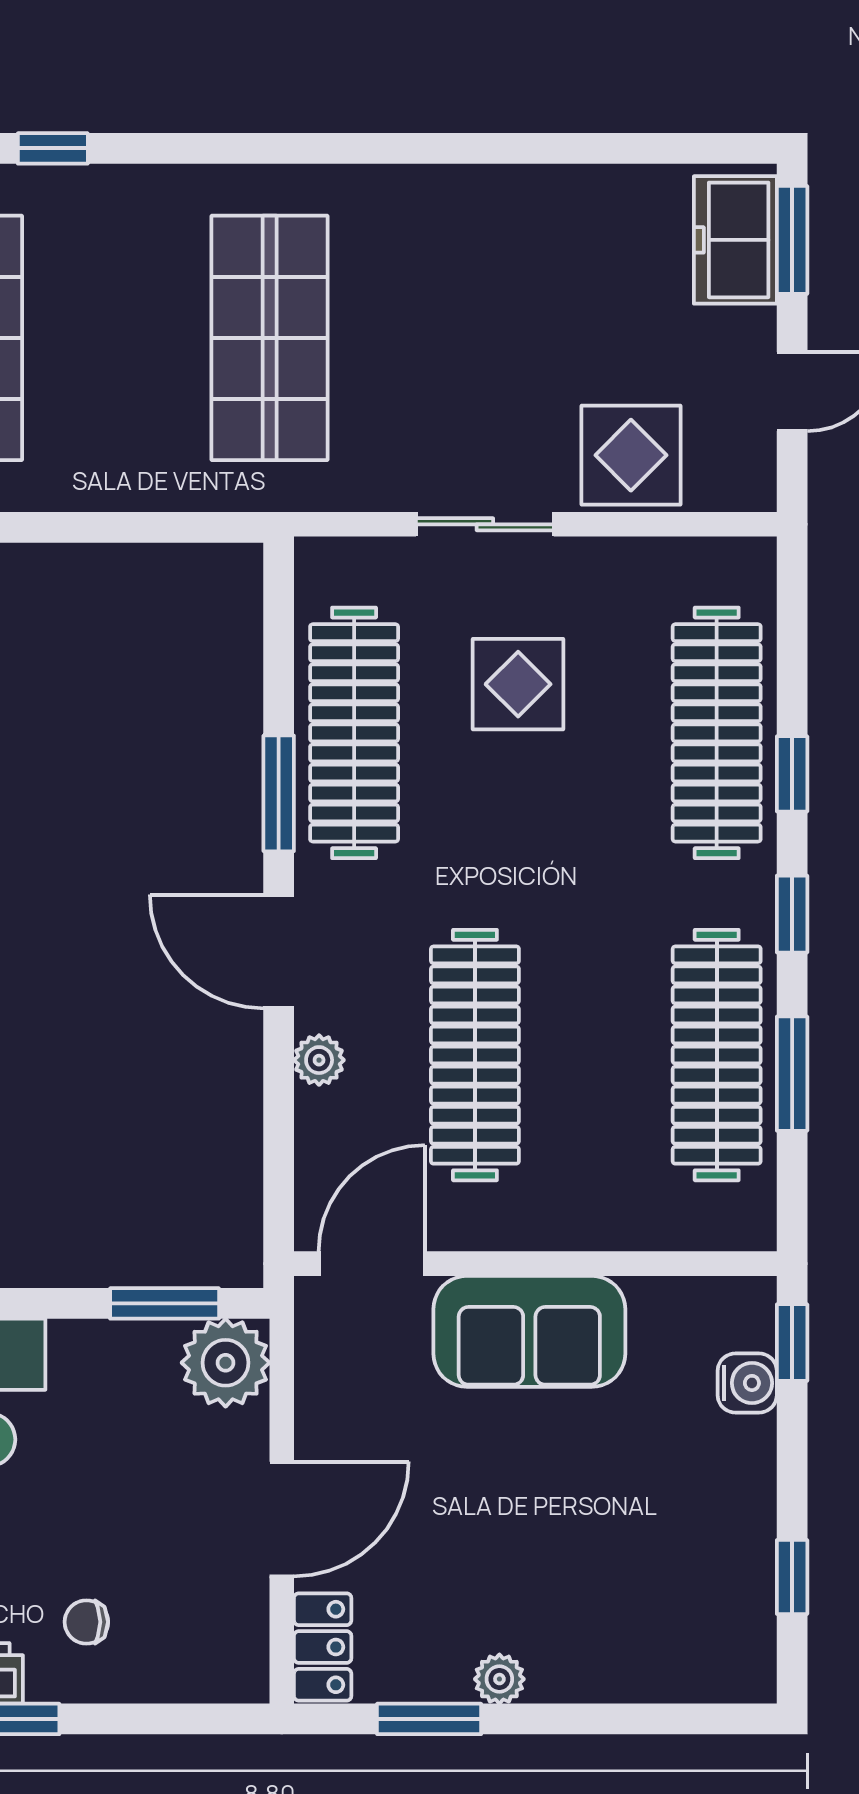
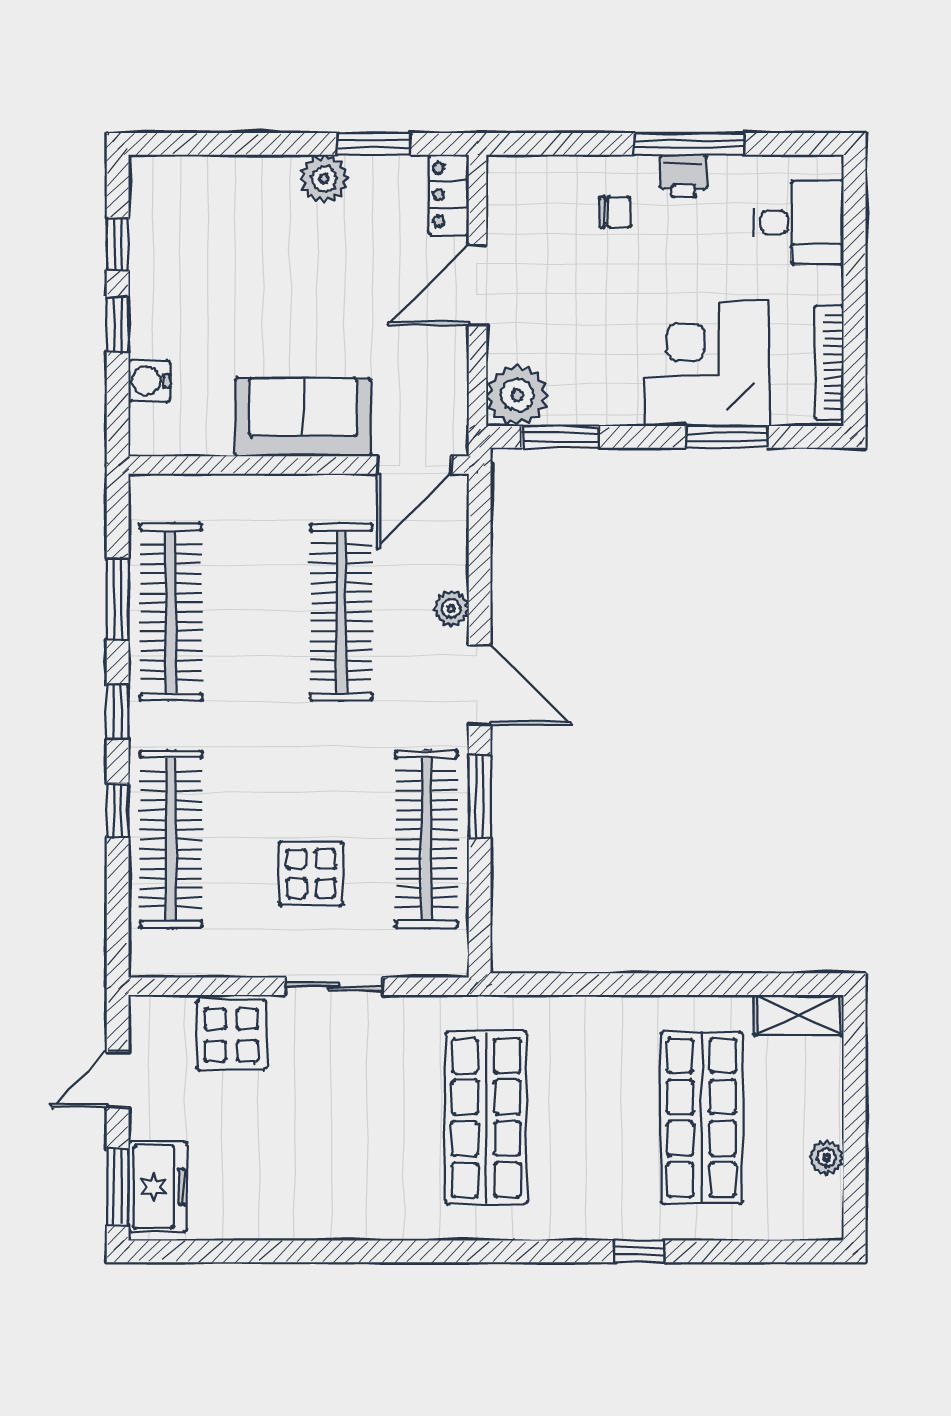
window: (792, 1343) -> (118, 324), moved
plant: (499, 1679) -> (324, 179), width x1.38, depth x1.38

